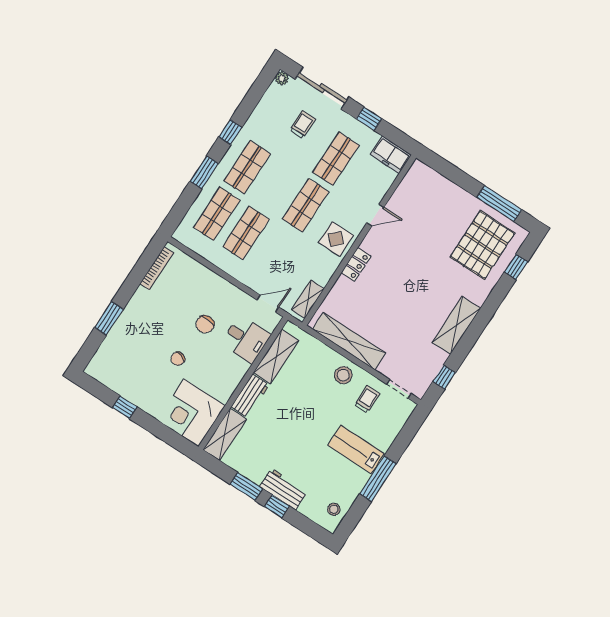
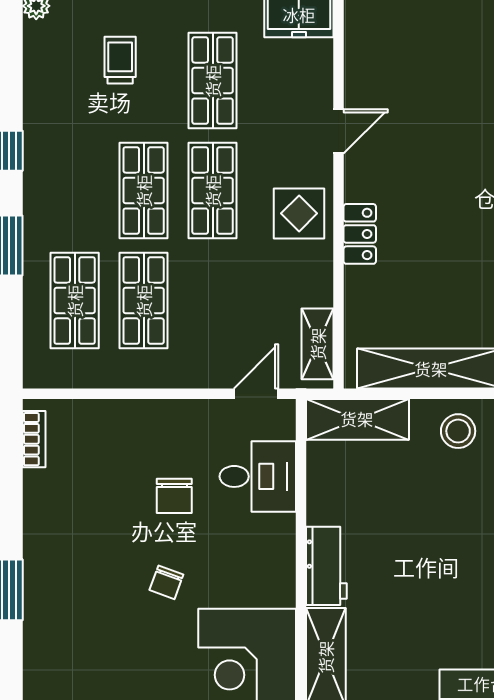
shop shelf: (247, 167) -> (144, 191), moved
bookcase: (157, 268) -> (34, 439), width x0.64
shelving: (276, 356) -> (357, 419), moved, turned 90

